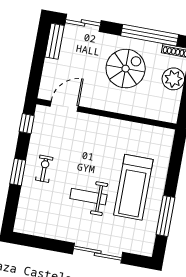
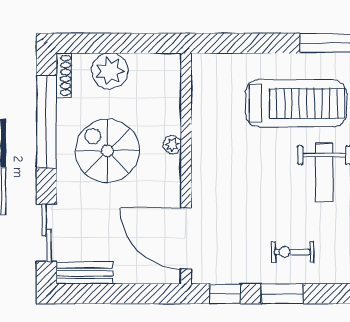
door: (64, 106) -> (186, 238), width x1.36
plant: (122, 108) -> (172, 145), added
window: (18, 172) -> (282, 294), moved

